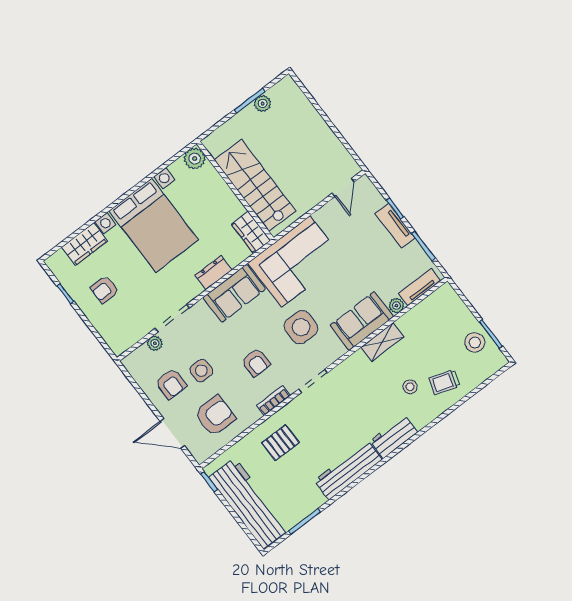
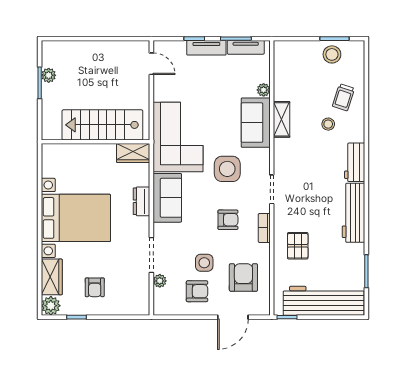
plant: (195, 159) -> (51, 306), moved
tv unit: (420, 287) -> (246, 47), moved, turned -90

